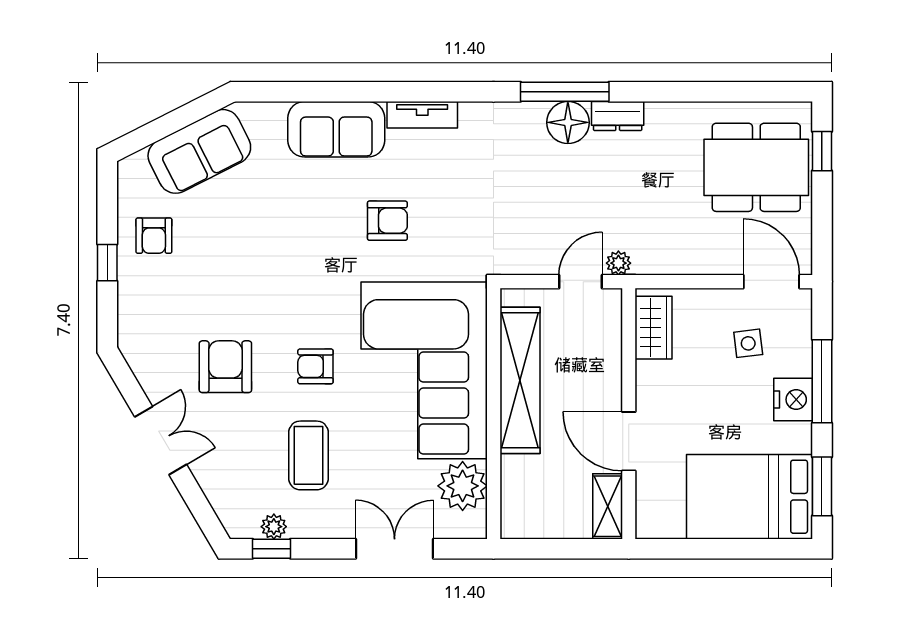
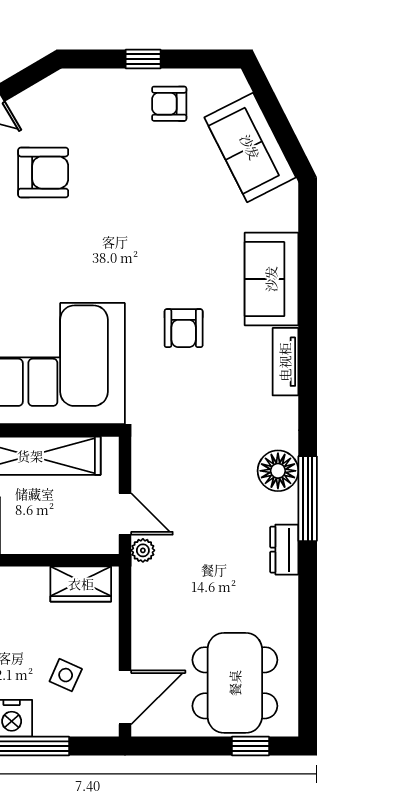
floor lamp: (568, 122) -> (278, 471), moved
side table: (748, 343) -> (66, 675), turned 31
armchair: (315, 366) -> (43, 259), removed

